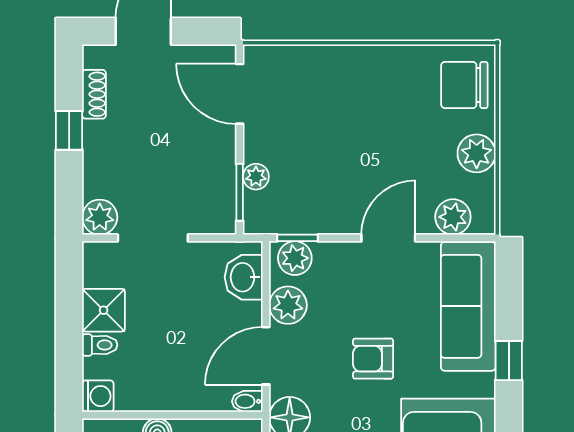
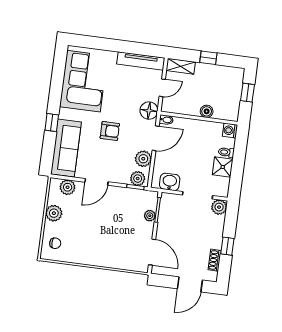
chair: (464, 85) -> (55, 243), width x0.54, depth x0.54
washbasin: (244, 277) -> (170, 182), moved, turned -90

